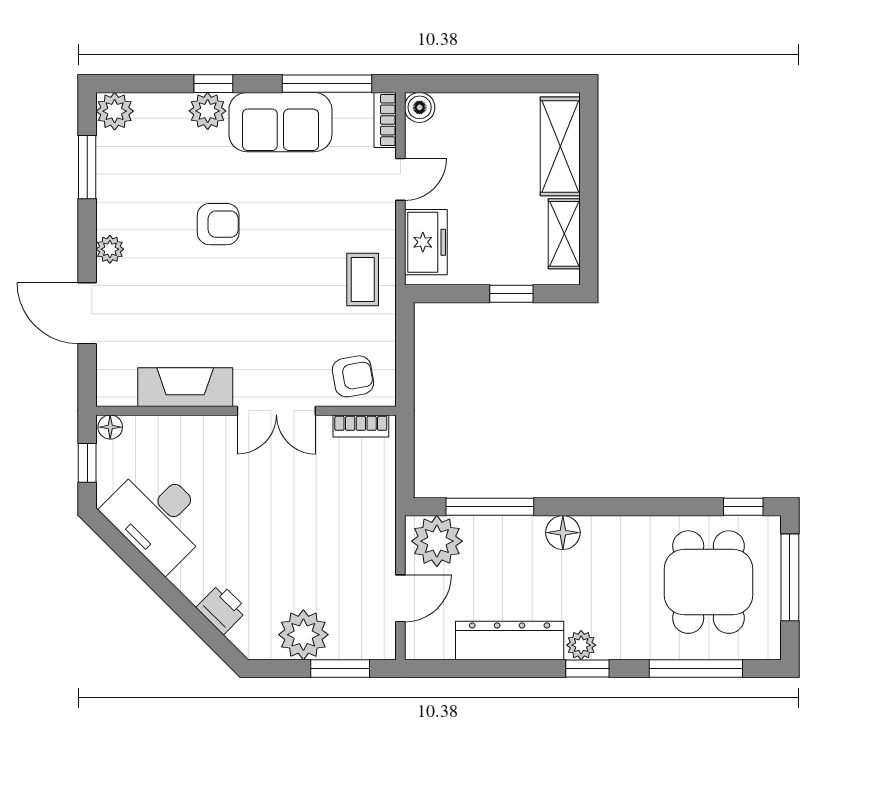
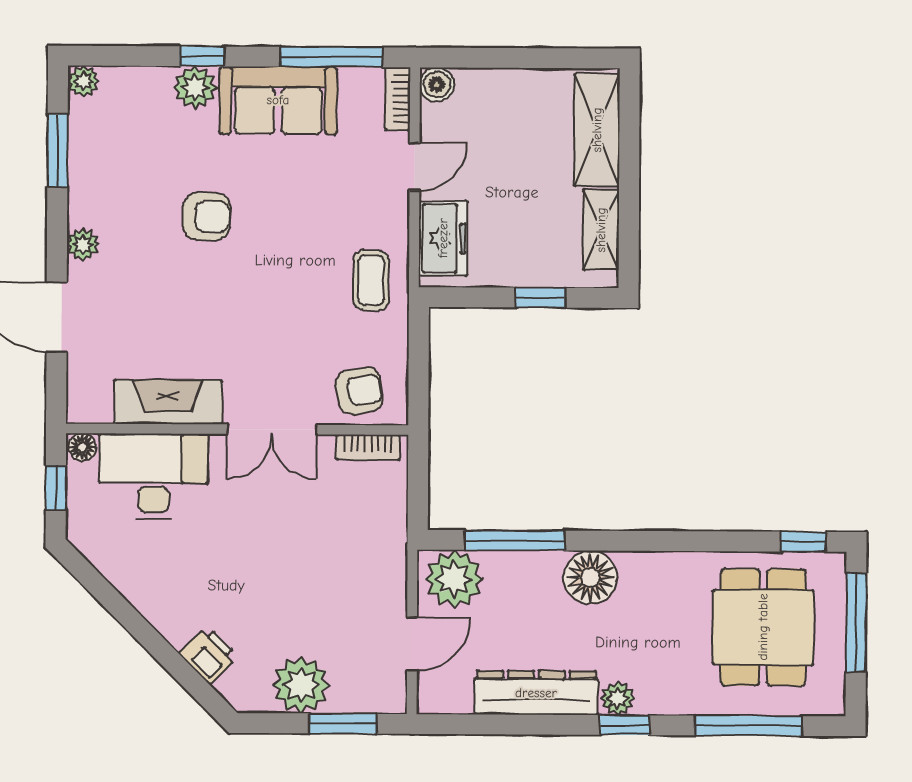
plant: (115, 111) -> (83, 81), width x0.73, depth x0.73
desk: (158, 517) -> (154, 476), moved, turned 135
floor lamp: (563, 533) -> (590, 577), width x1.38, depth x1.38

